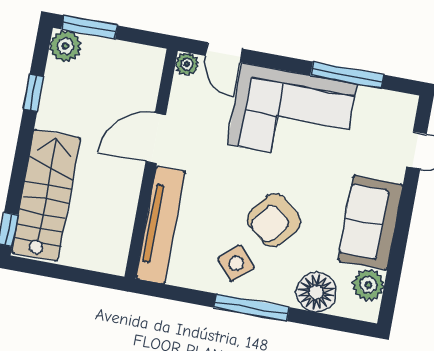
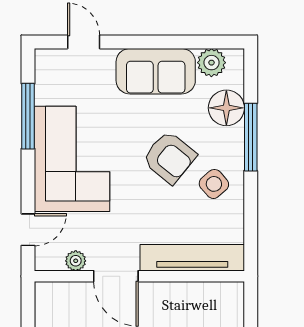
plant: (187, 64) -> (76, 261), moved
window: (252, 307) -> (251, 137), moved

